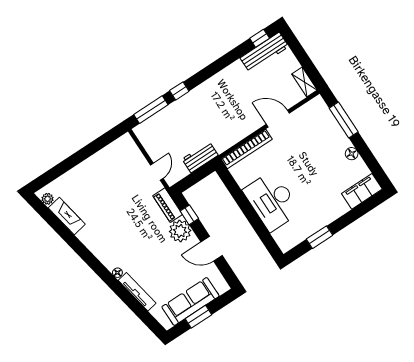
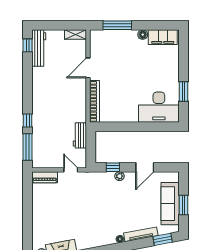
filing cabinet: (362, 191) -> (163, 37), moved, turned -90
desk: (272, 201) -> (159, 107), moved
piano: (168, 205) -> (45, 177), moved
plant: (180, 231) -> (120, 176), width x0.53, depth x0.53
window: (147, 318) -> (163, 239), added

